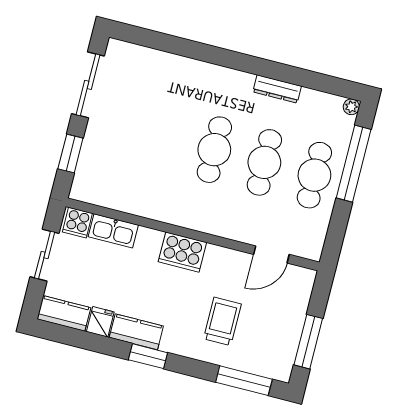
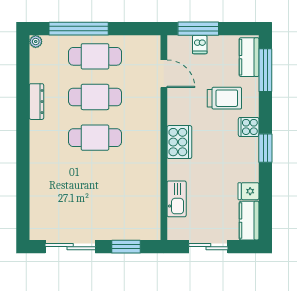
cooker: (77, 223) -> (249, 127), moved, turned 180
dishwasher: (296, 308) -> (200, 44), added
trolley: (222, 321) -> (224, 98), turned 180
kitchen counter: (136, 332) -> (249, 57), moved
window: (308, 342) -> (198, 29), moved

